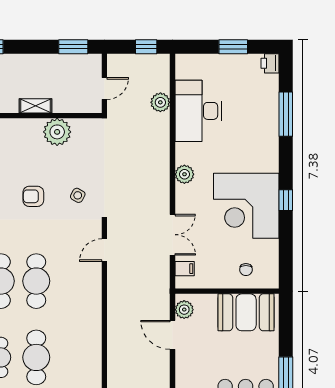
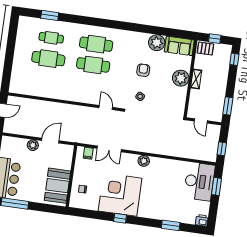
window: (233, 47) -> (217, 186), moved
plant: (160, 102) -> (188, 153), removed
desk: (198, 111) -> (199, 182), moved, turned 90
window: (286, 114) -> (171, 225), width x0.69
plant: (57, 132) -> (181, 78), moved
plant: (184, 310) -> (33, 145), moved

